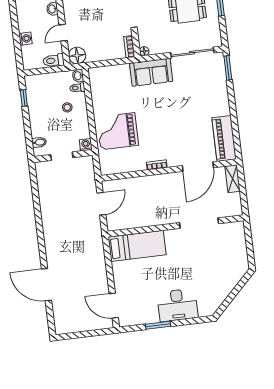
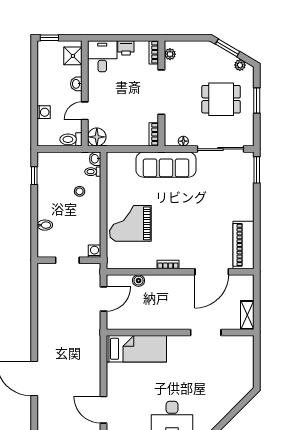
floor lamp: (144, 51) -> (183, 141), moved
sofa: (151, 72) -> (166, 165), width x1.36
washing machine: (86, 145) -> (94, 251), moved
doorway: (62, 156) -> (67, 260), moved
wall: (63, 156) -> (69, 260), moved
shelving: (232, 179) -> (247, 315), moved
boiler: (131, 183) -> (139, 281), added
doorway: (199, 223) -> (206, 332), width x0.73

